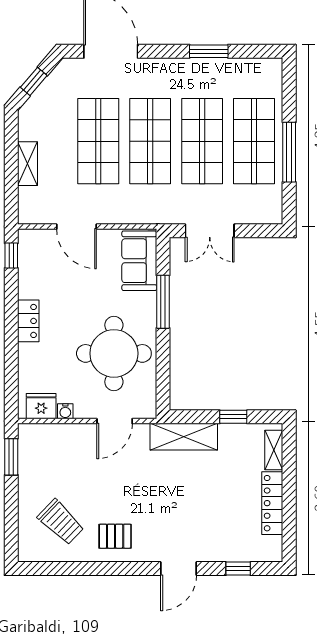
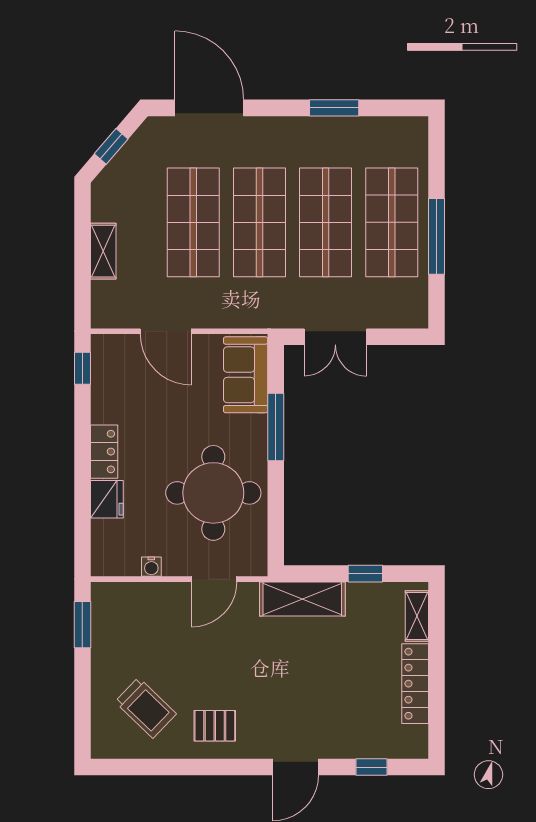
fridge: (41, 406) -> (107, 499), moved, turned 90

